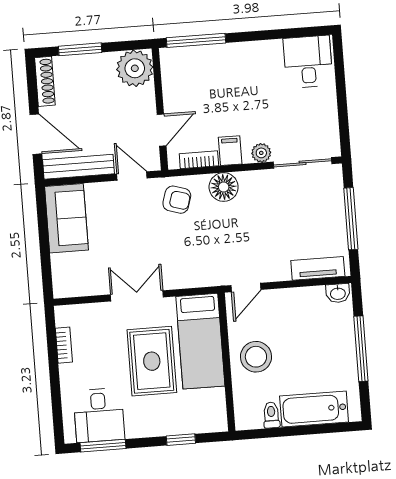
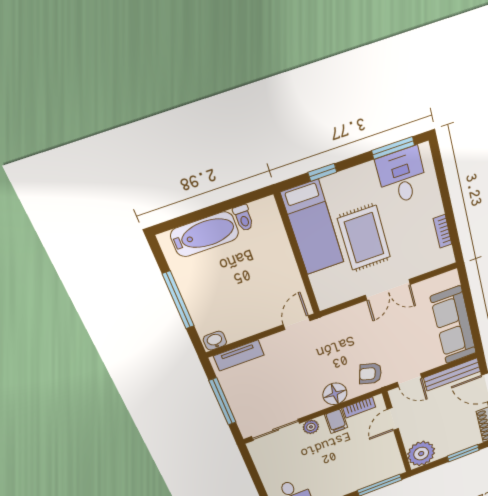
sofa: (66, 218) -> (454, 325), width x1.36
bed: (200, 341) -> (313, 228), moved, turned 180
stool: (256, 357) -> (272, 267), removed

